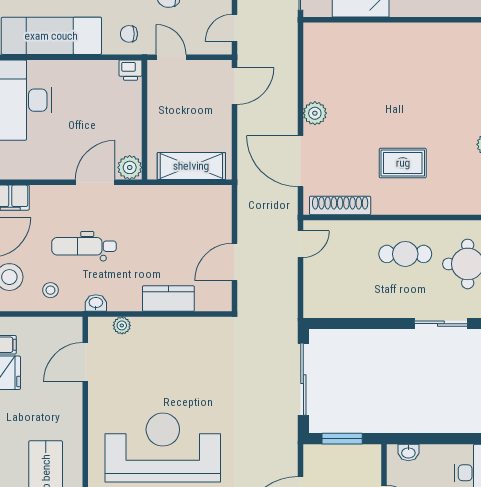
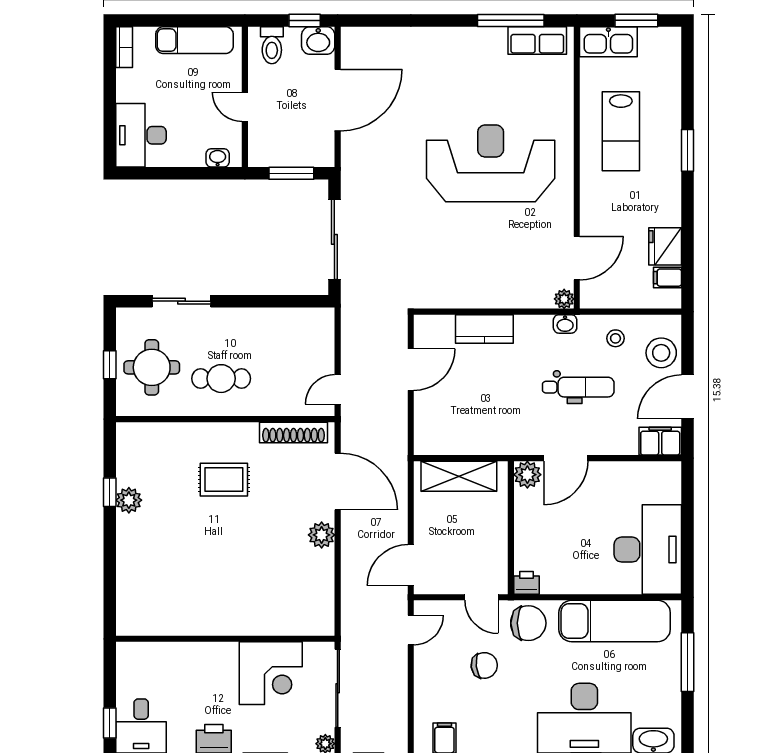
chair: (129, 34) -> (528, 623), width x1.87, depth x1.87
plant: (122, 325) -> (564, 299), moved
reception desk: (163, 448) -> (491, 163), turned 180

